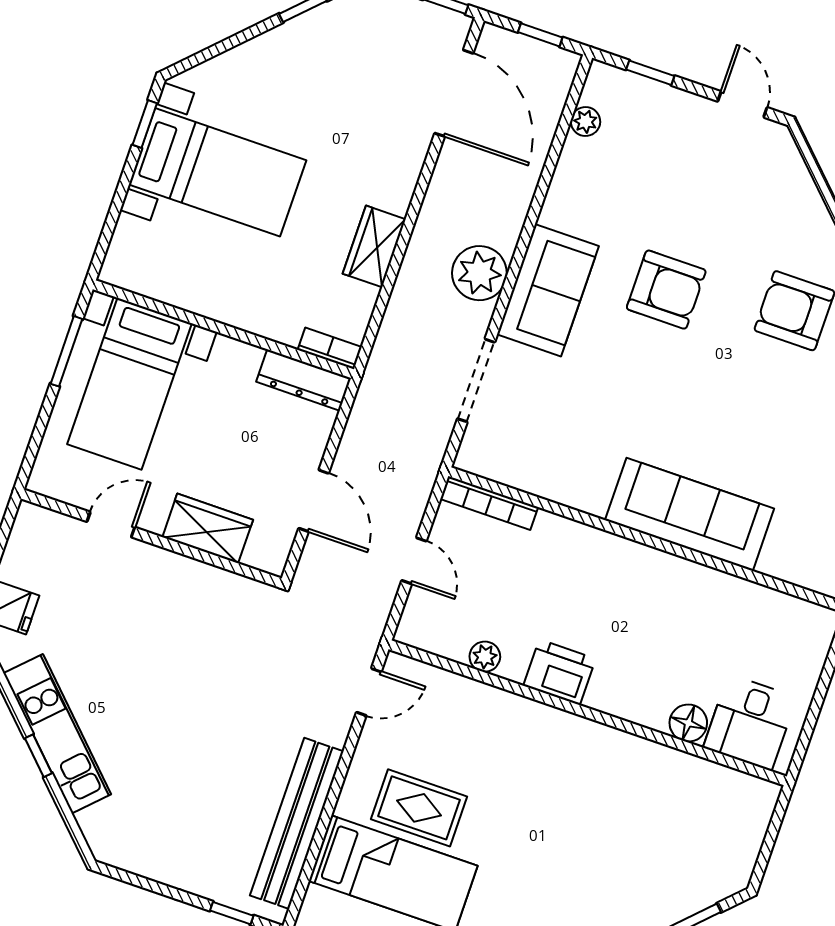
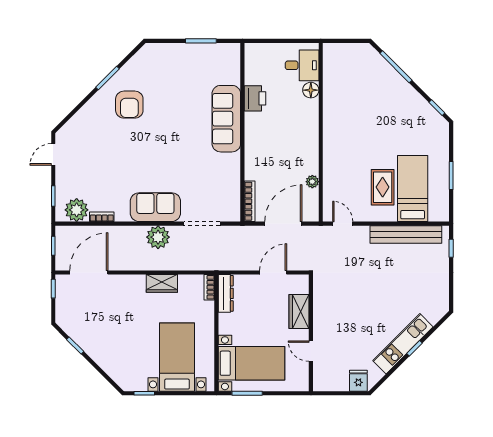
plant: (585, 122) -> (77, 210), width x1.88, depth x1.88
bookcase: (567, 164) -> (102, 217), added
bed with nightstands: (218, 172) -> (177, 357), moved
armchair: (666, 290) -> (139, 159), removed
door: (414, 561) -> (283, 224), width x1.88
printer: (559, 672) -> (255, 98), moved, turned 180

